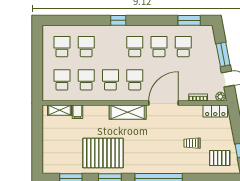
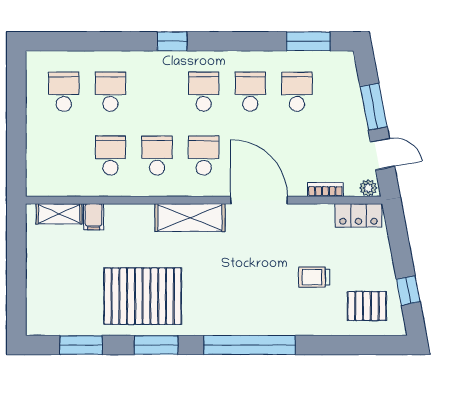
school desk: (62, 80) -> (64, 156), removed
door: (164, 103) -> (259, 200), hinge flipped

